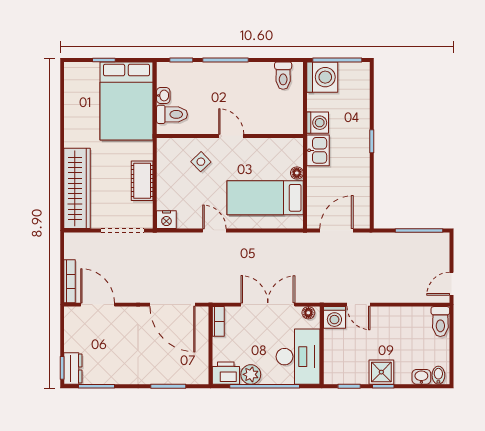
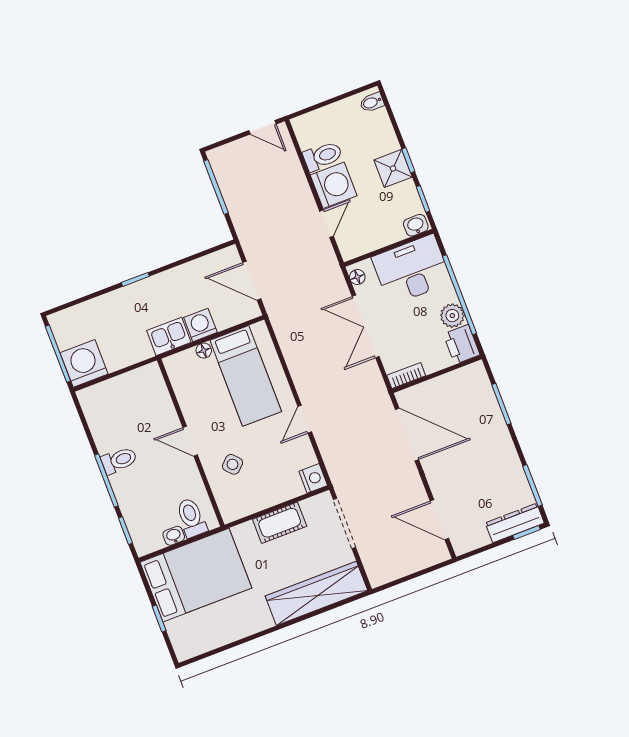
toilet: (283, 76) -> (119, 460), moved
washing machine: (318, 123) -> (200, 325), moved
door: (231, 136) -> (190, 441), hinge flipped
bookcase: (69, 281) -> (425, 562), removed
door: (98, 305) -> (439, 520), hinge flipped
door: (173, 305) -> (407, 435), hinge flipped
washing machine: (334, 317) -> (334, 185), moved, width x1.37, depth x1.37
toilet: (440, 322) -> (323, 156), moved
dresser: (73, 368) -> (515, 523), width x1.44
washbasin: (421, 377) -> (416, 225), moved, turned 90

